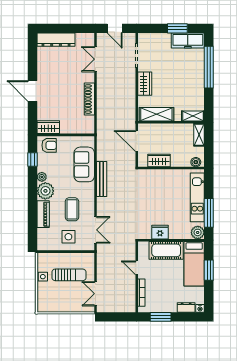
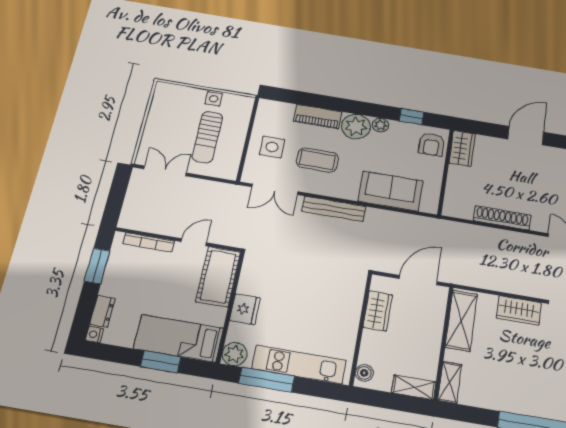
bench: (102, 179) -> (334, 209), moved
fridge: (160, 232) -> (245, 309), moved
cot: (166, 250) -> (218, 277), moved

